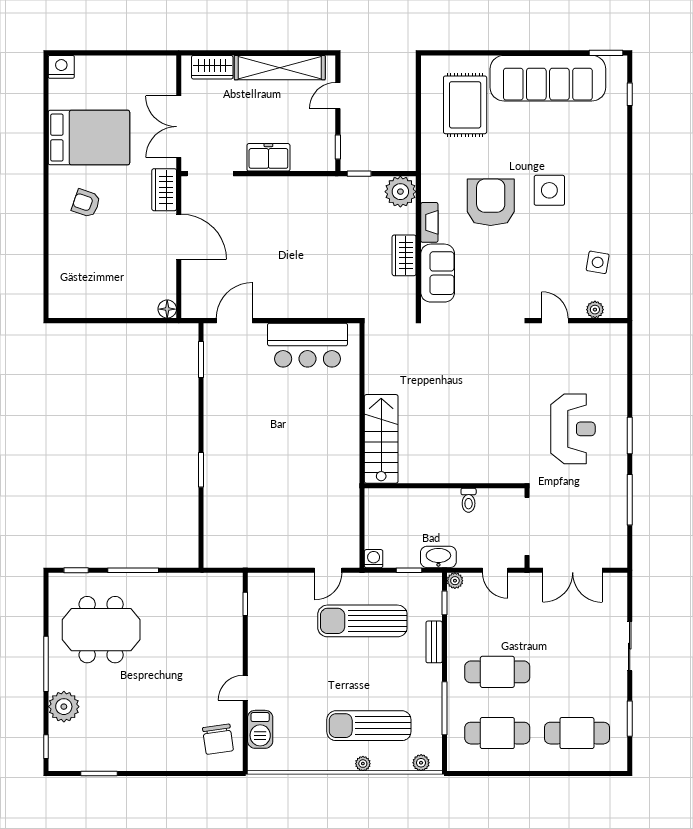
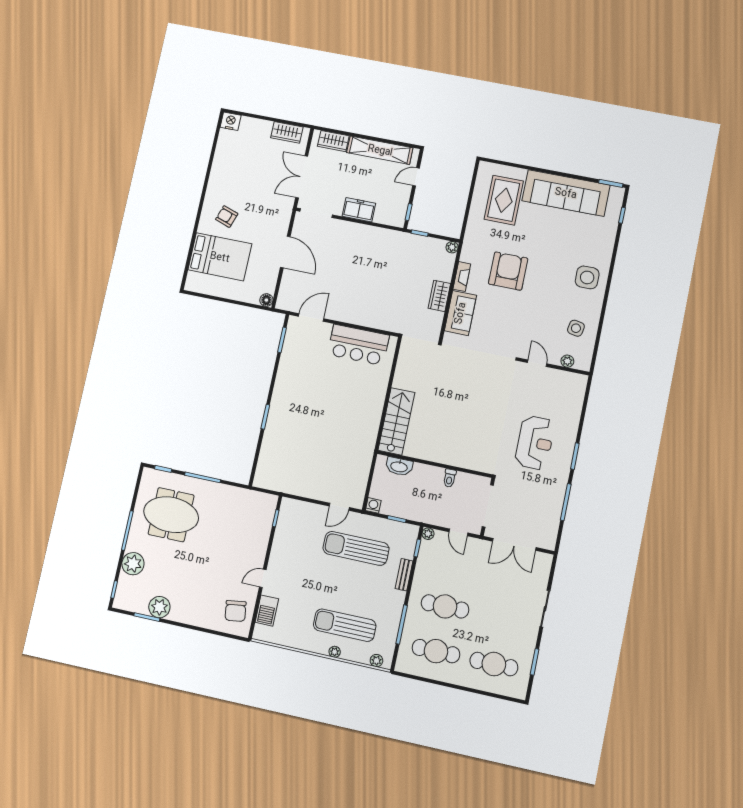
bed: (89, 138) -> (220, 257), moved
wardrobe: (164, 190) -> (287, 132), moved, turned -90
side table: (549, 190) -> (587, 277), moved
plant: (400, 192) -> (452, 247), width x0.53, depth x0.53
washbasin: (438, 557) -> (399, 466), moved, turned 180
plant: (113, 756) -> (159, 607), added

